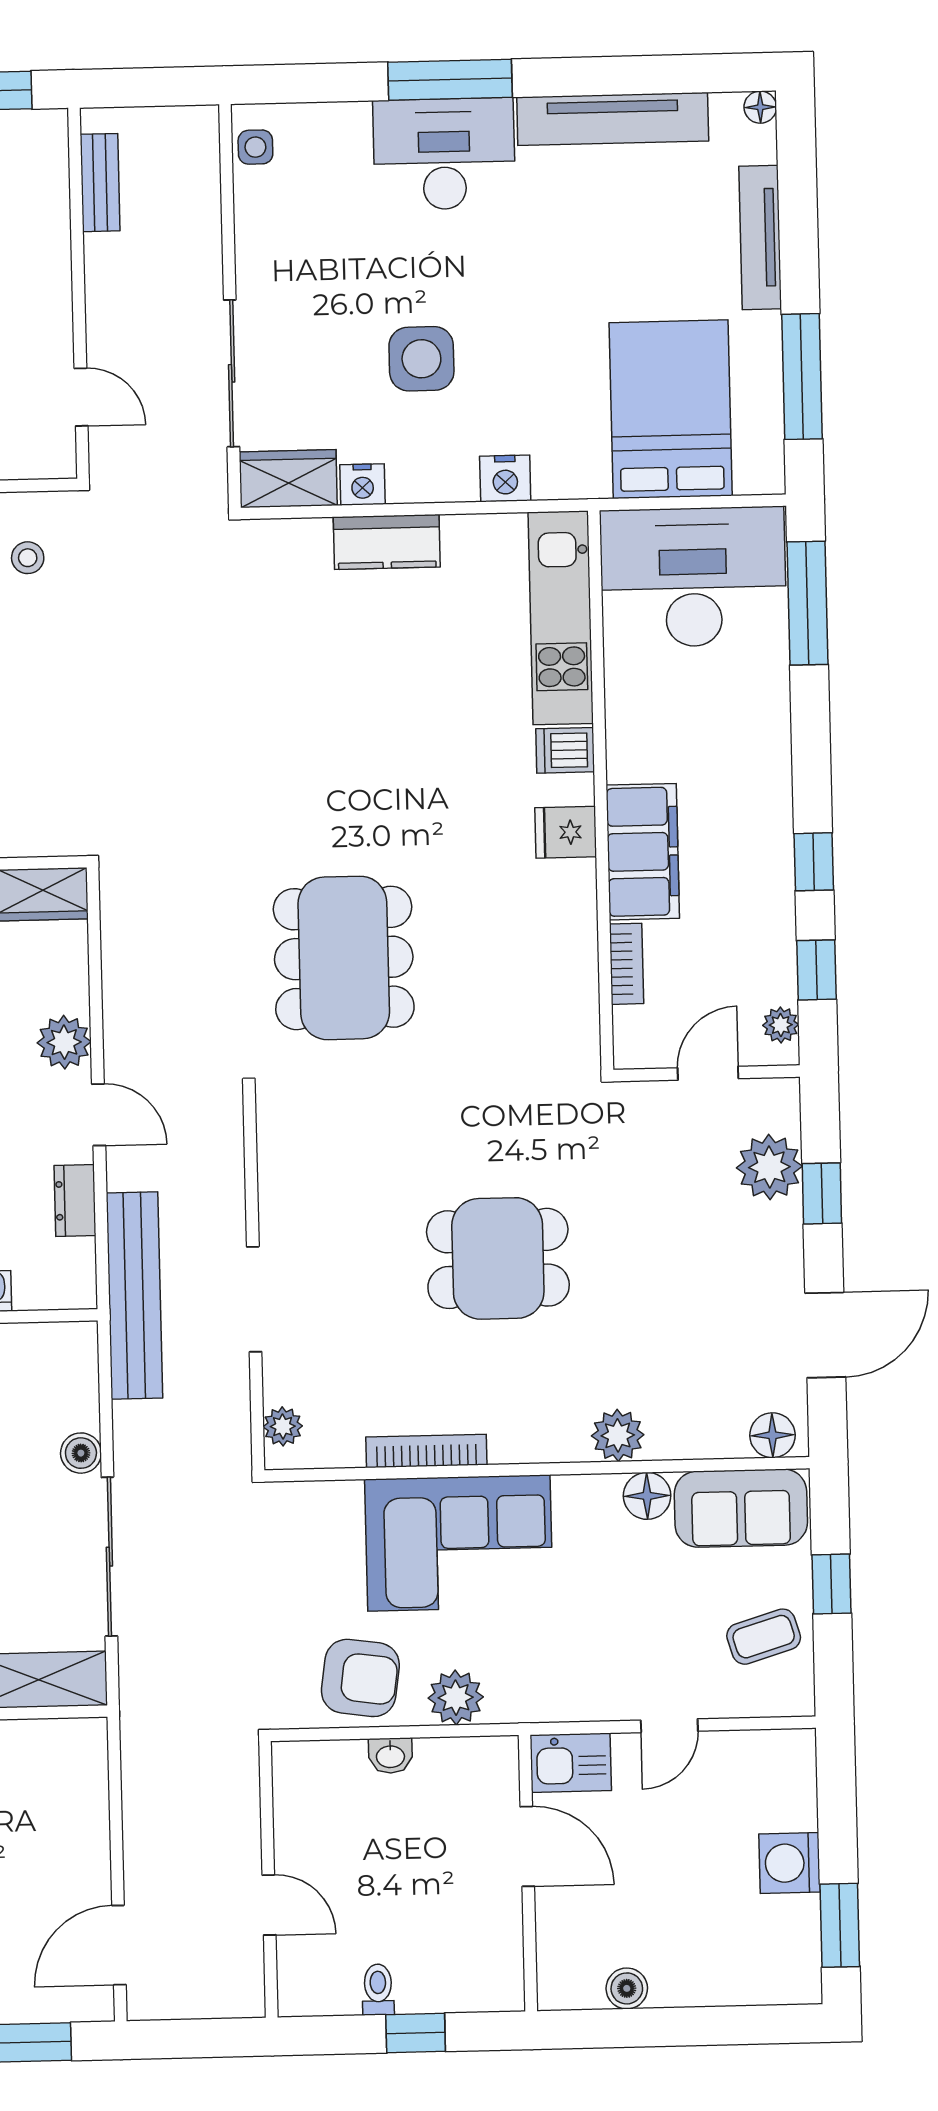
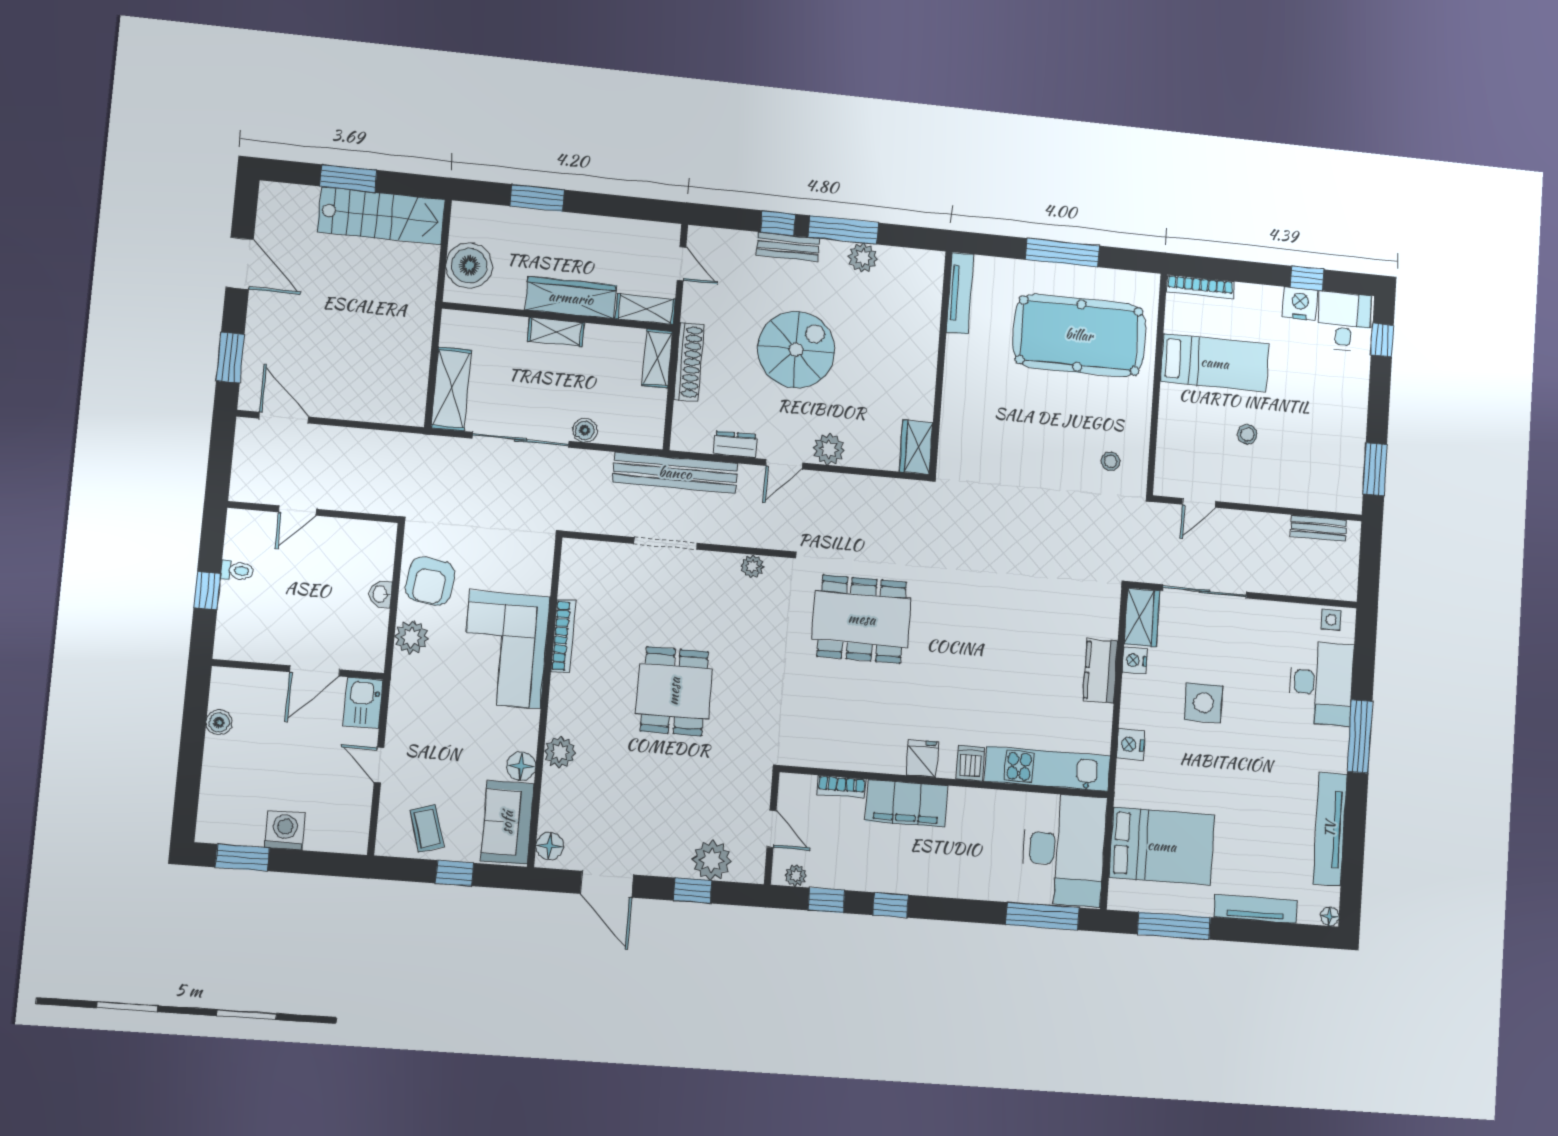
desk: (444, 154) -> (1321, 683), moved
plant: (283, 1426) -> (752, 566), moved

